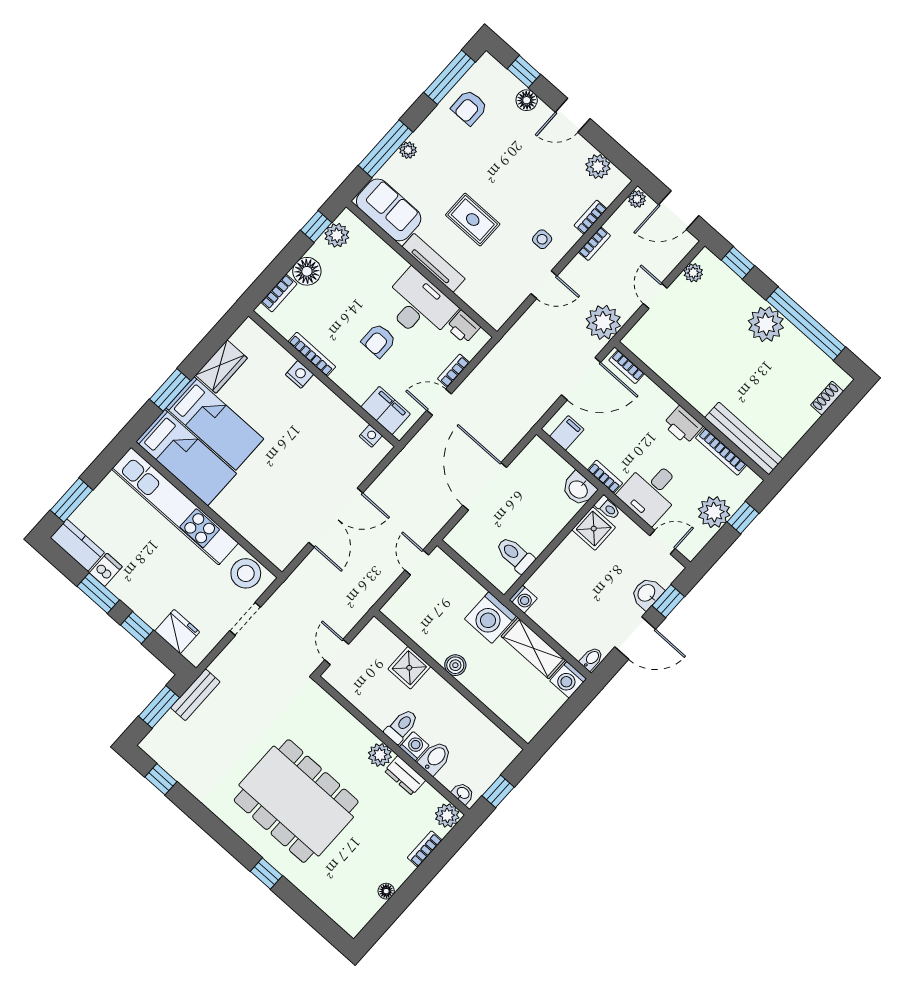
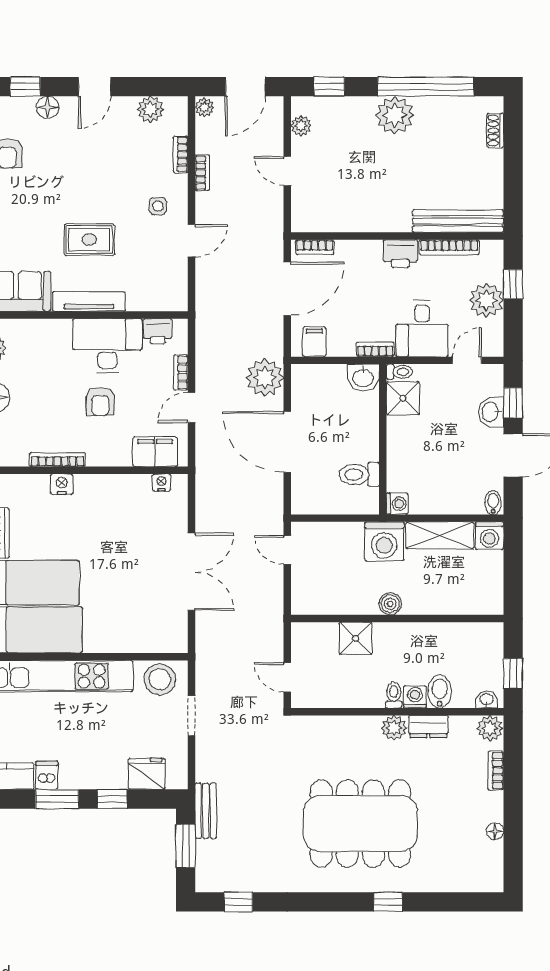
plant: (603, 322) -> (265, 378), moved
toilet: (401, 726) -> (394, 695), width x0.73, depth x0.72

